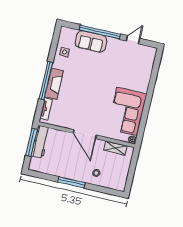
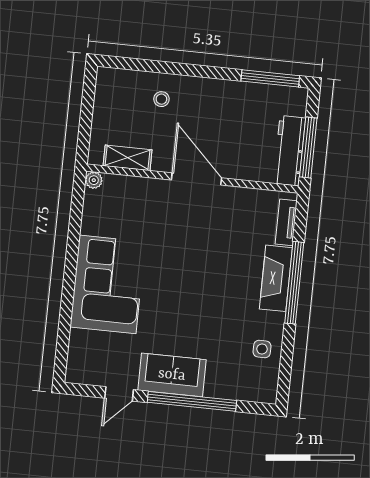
sofa: (91, 41) -> (172, 375), moved
corner sofa: (127, 111) -> (108, 284), moved
window: (71, 182) -> (270, 78), moved

